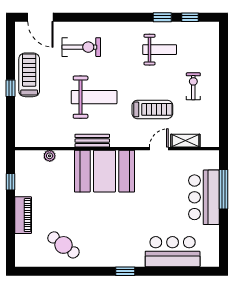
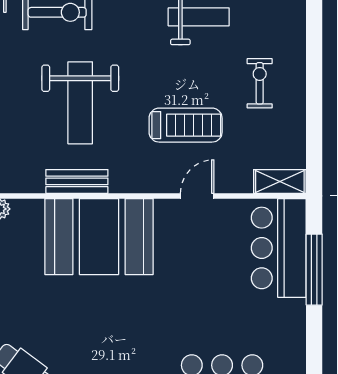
weight bench: (94, 97) -> (80, 103), turned 90
shelving: (185, 141) -> (280, 181), moved
bar counter: (204, 197) -> (279, 248), moved

